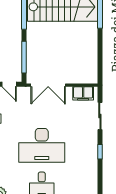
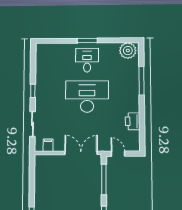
filing cabinet: (83, 93) -> (48, 145), width x0.50

